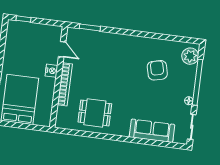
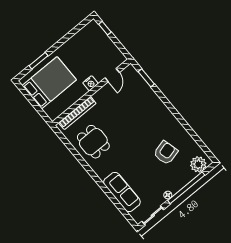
bookcase: (65, 84) -> (77, 113), moved

